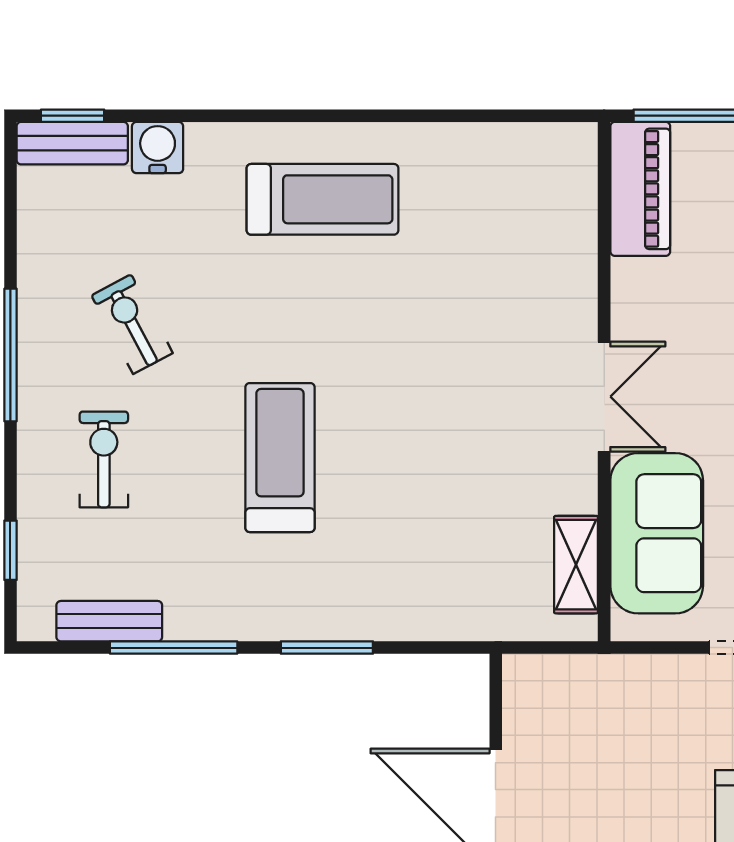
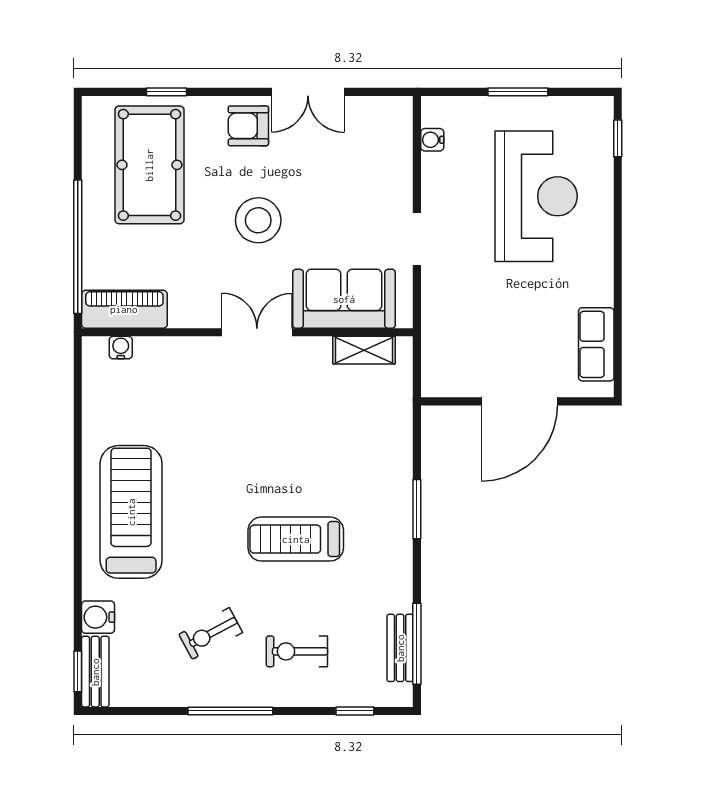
water cooler: (580, 183) -> (121, 348), added
treadmill: (322, 199) -> (131, 512), width x1.37, depth x1.38
window: (174, 648) -> (417, 644), moved

